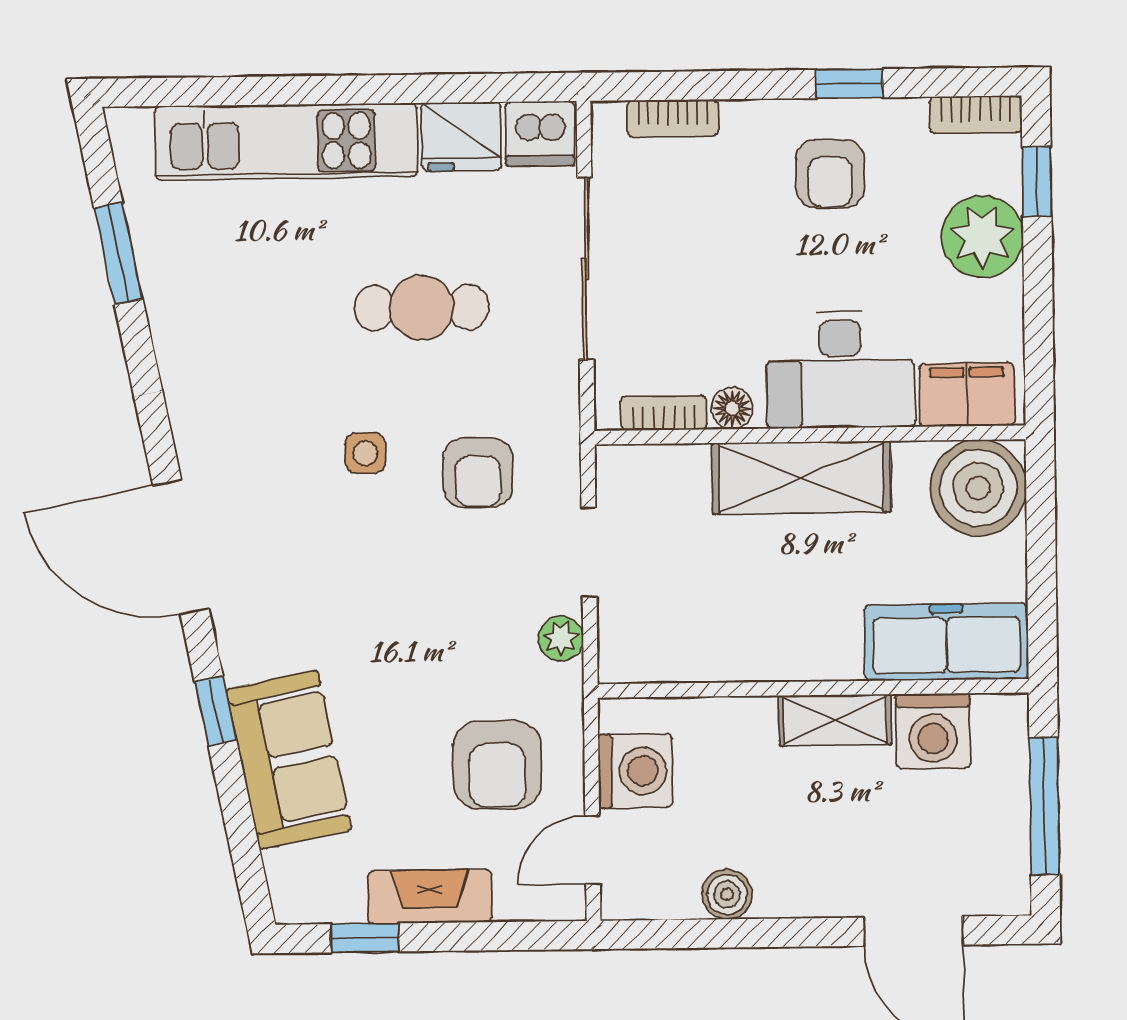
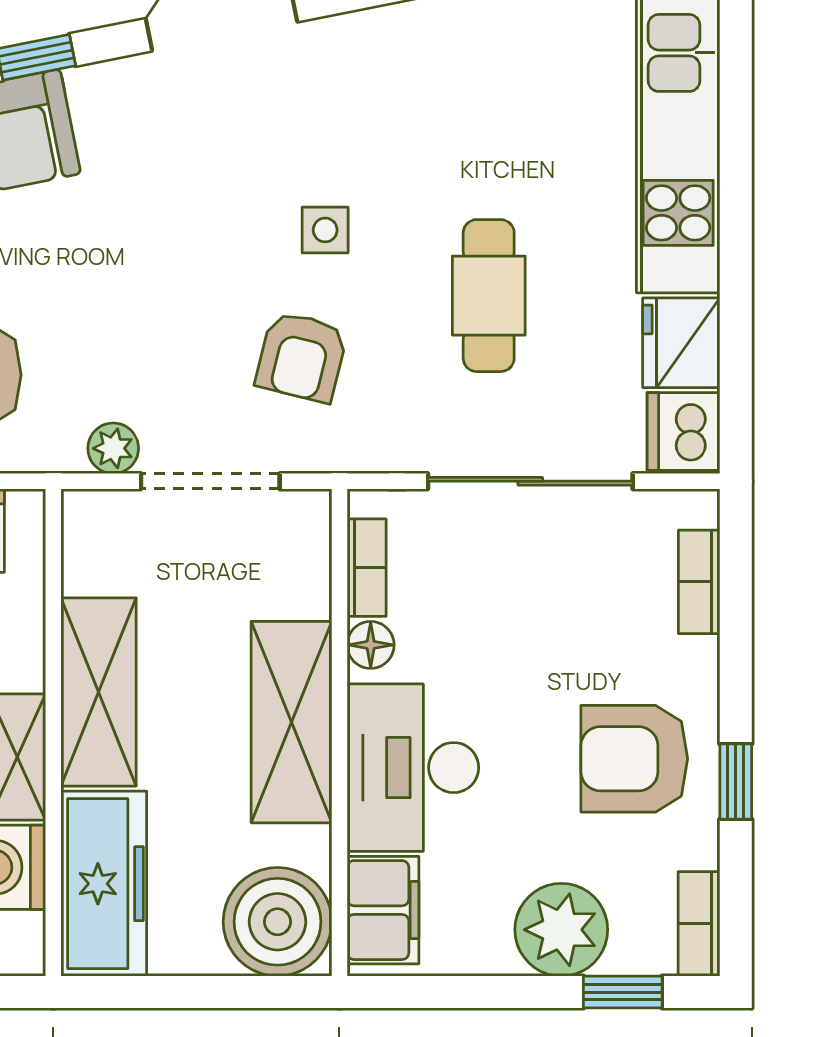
armchair: (830, 174) -> (634, 759), width x1.38, depth x1.38
armchair: (478, 473) -> (302, 357), turned -76
doorway: (589, 552) -> (210, 481), width x1.38
shelving: (777, 649) -> (99, 692), added

